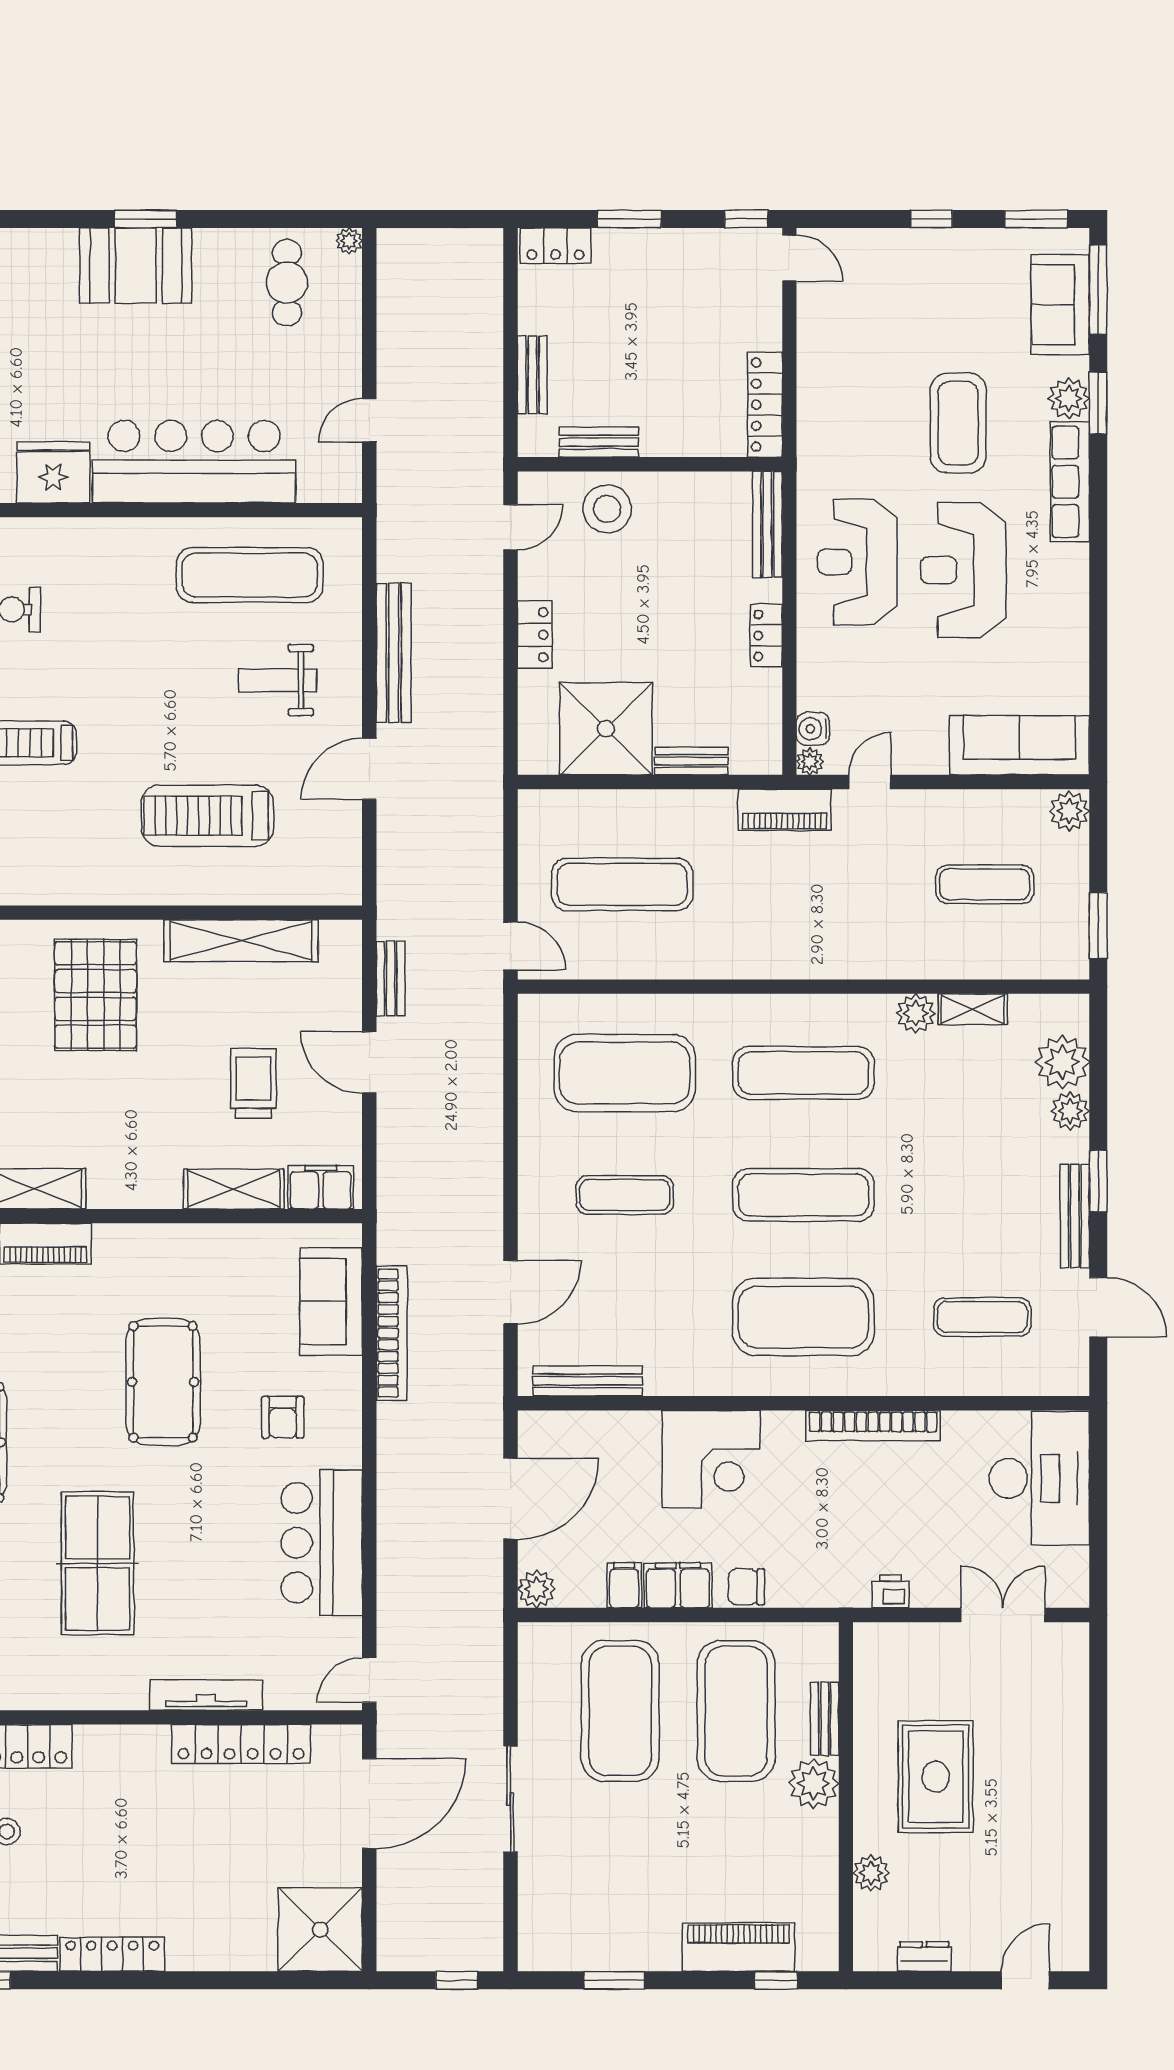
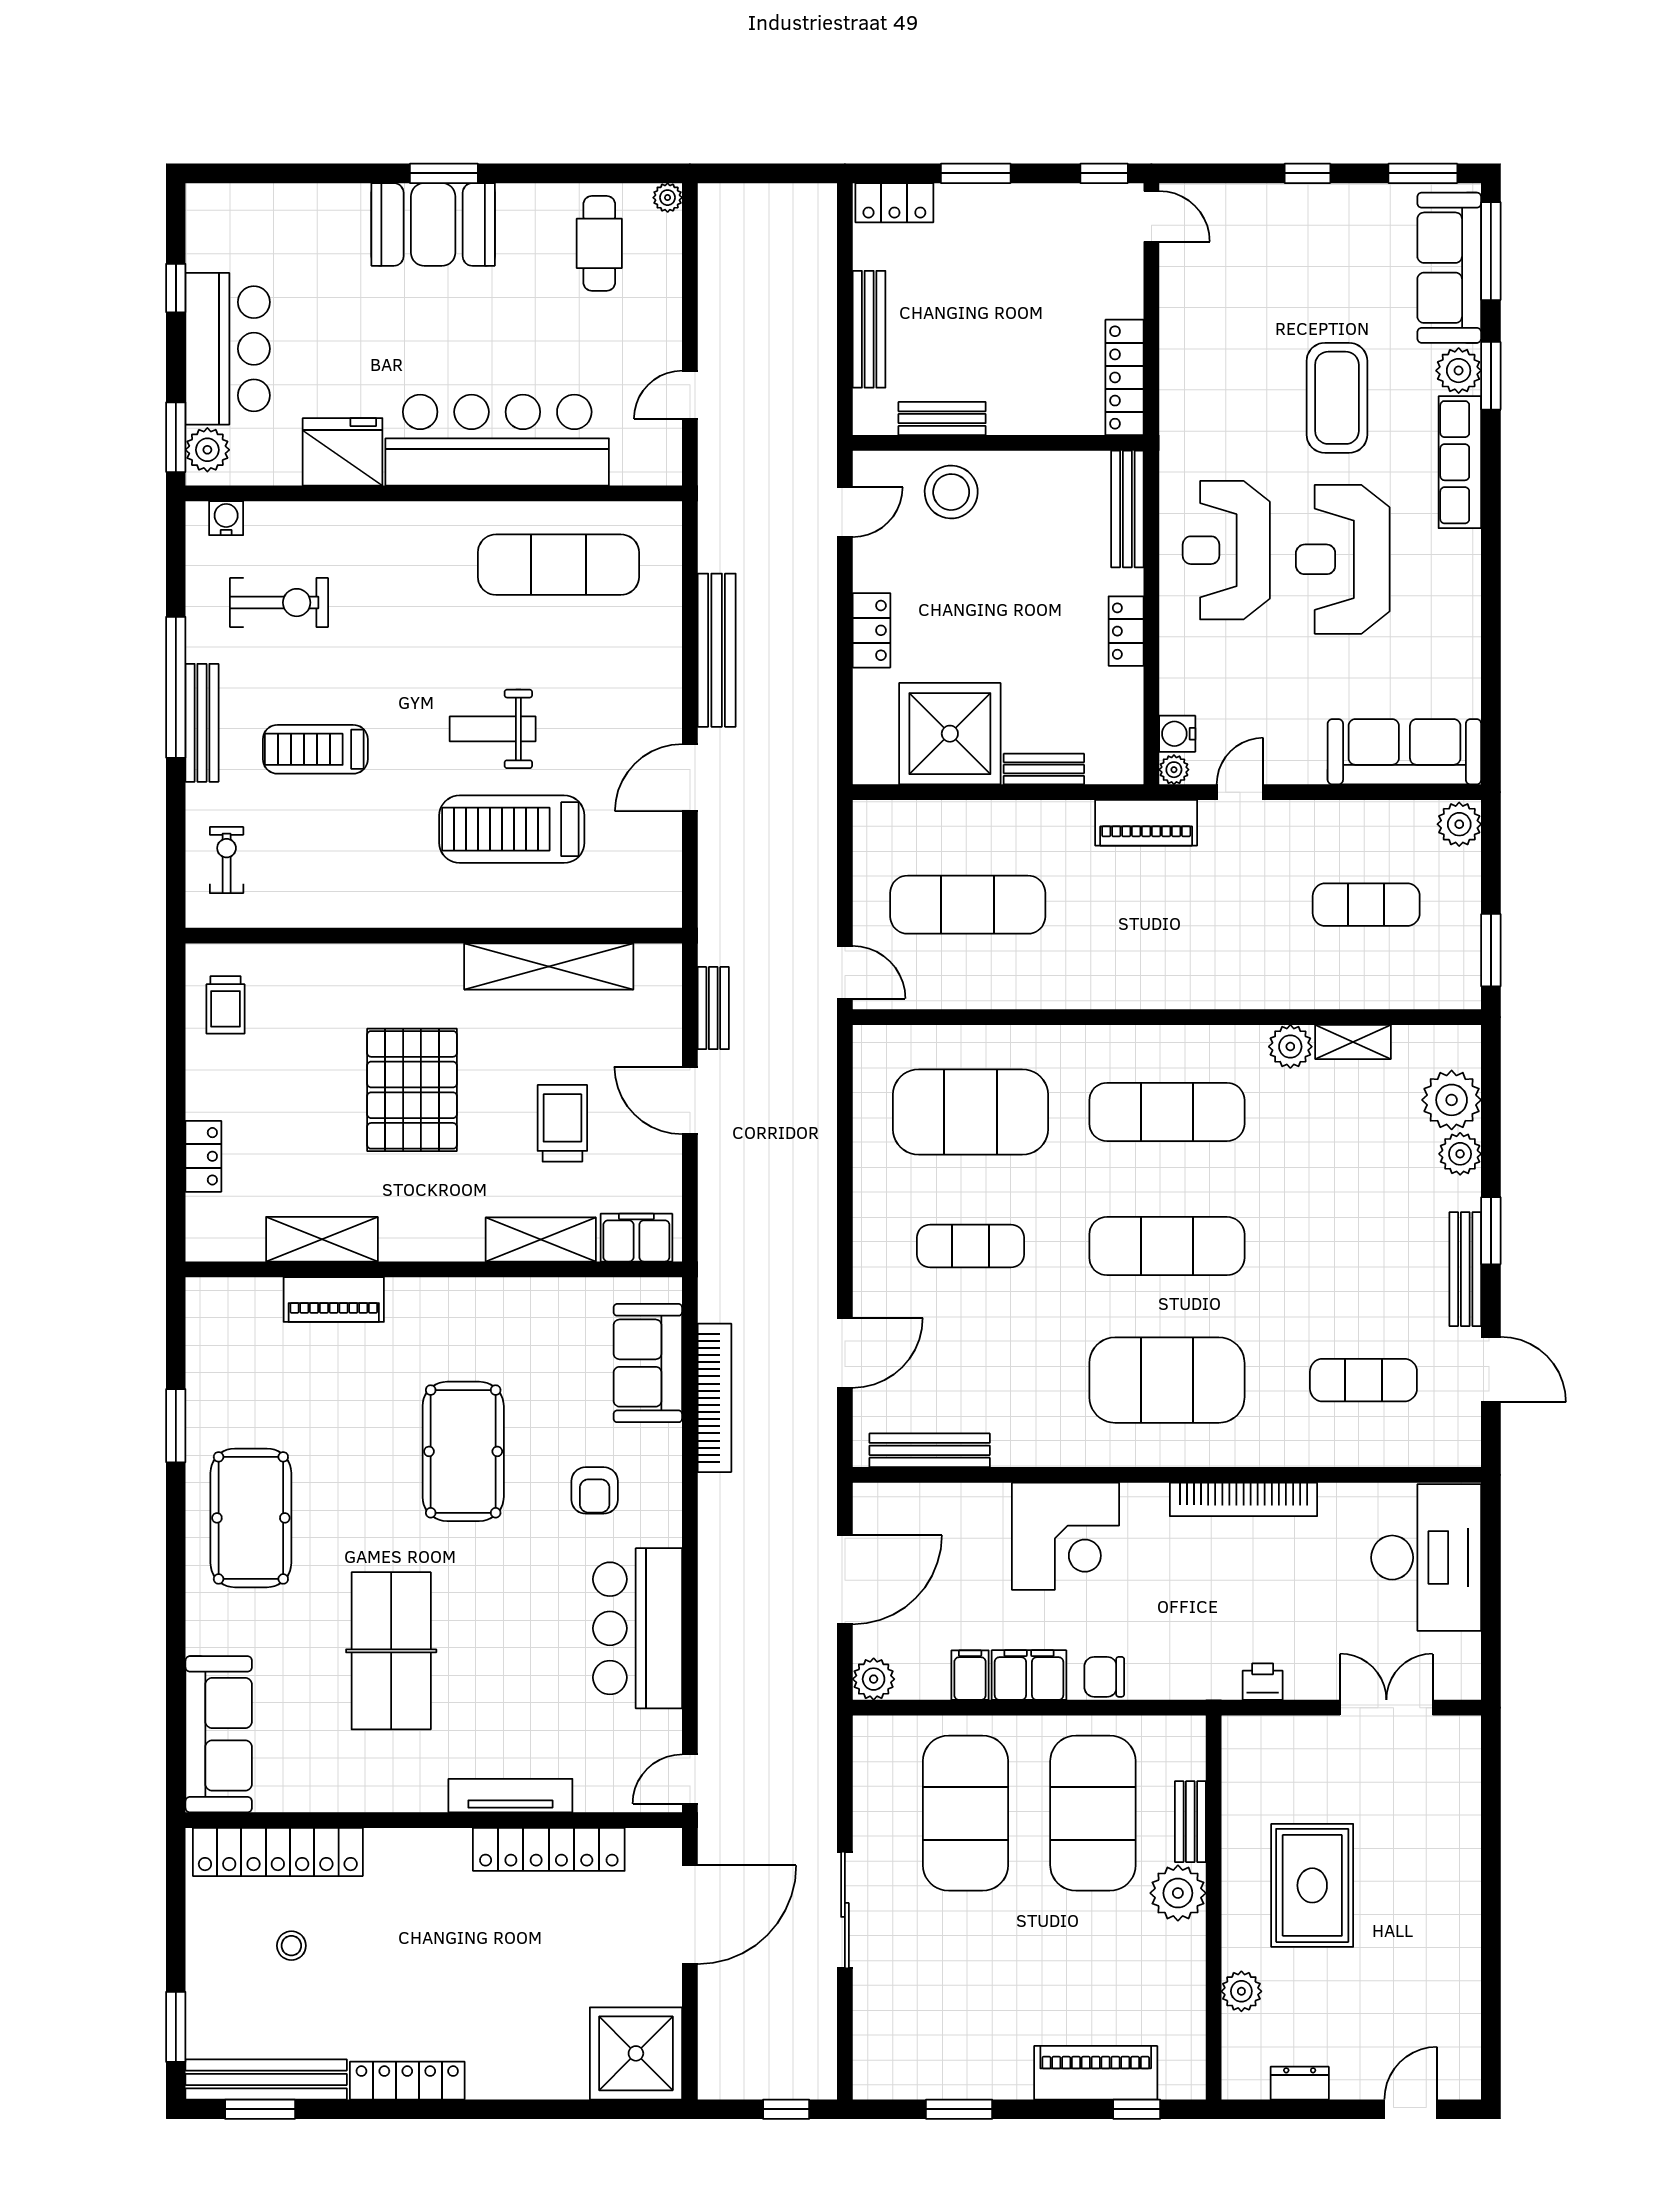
sofa: (1060, 305) -> (1449, 268), width x1.36
bench: (532, 375) -> (869, 329), width x1.36
weight bench: (277, 680) -> (493, 729), moved
pallet: (96, 995) -> (412, 1090), moved

